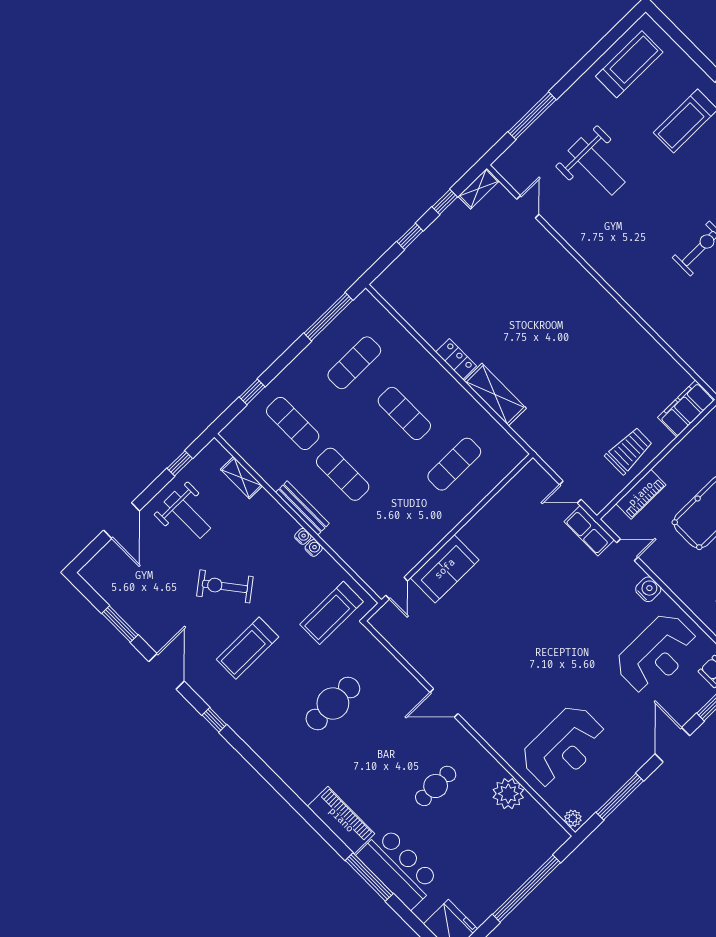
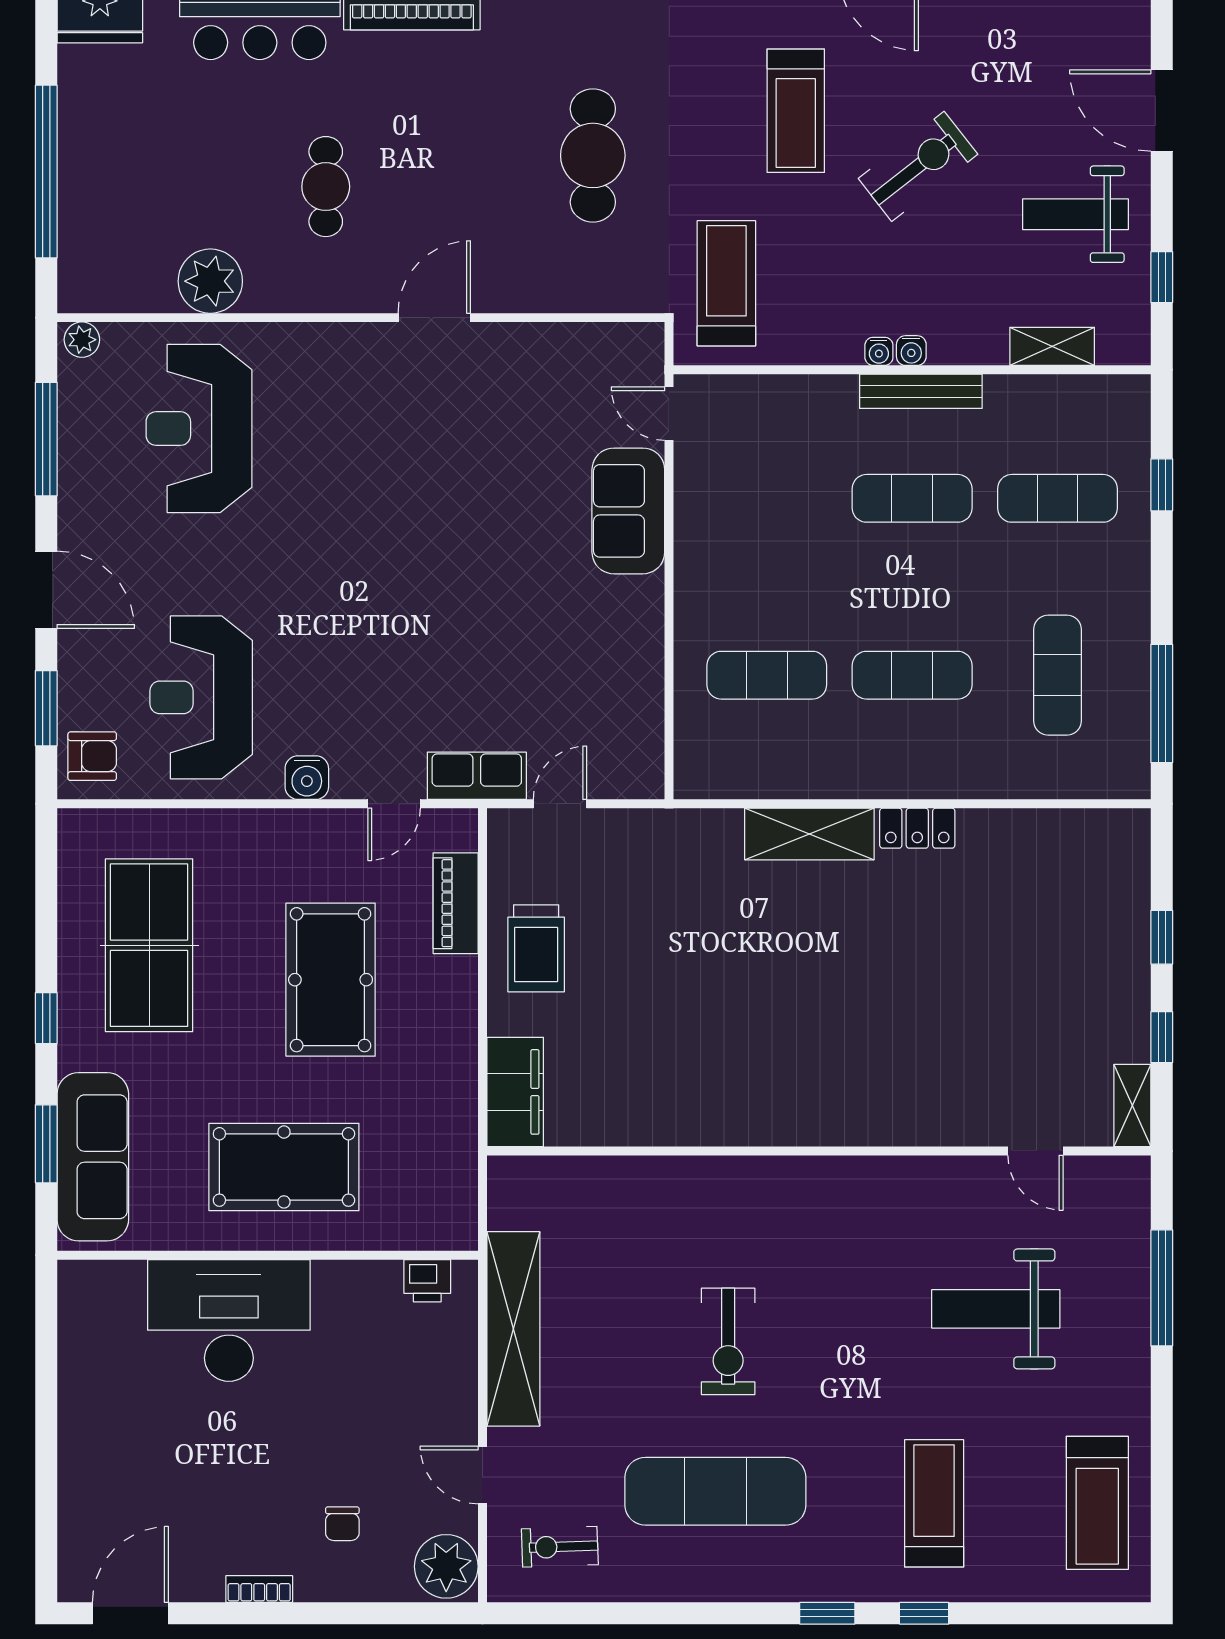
exercise mat: (454, 464) -> (767, 675), turned 90
water cooler: (314, 548) -> (911, 351), moved
treadmill: (248, 648) -> (796, 111), turned 180

